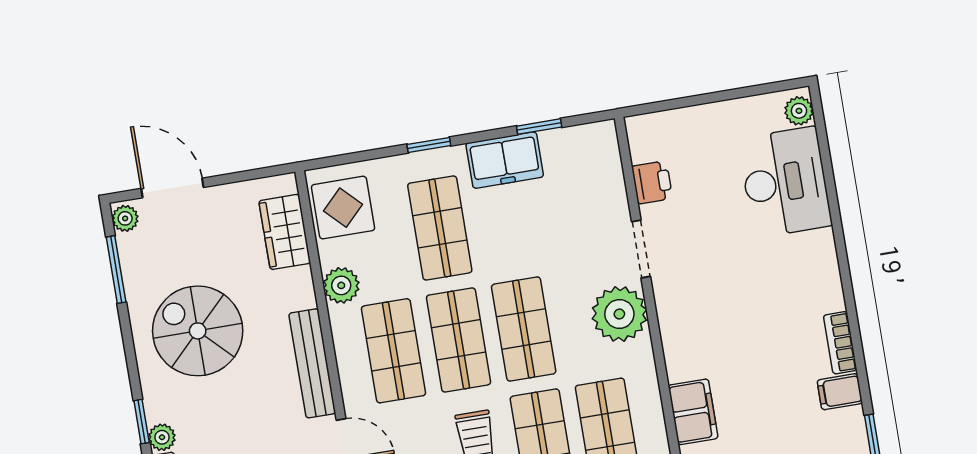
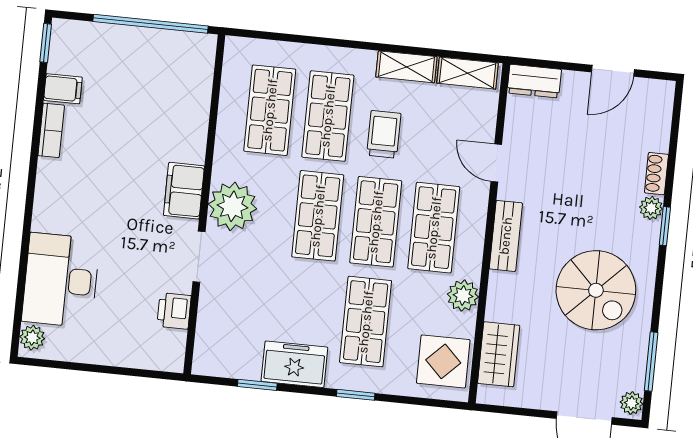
bench: (312, 363) -> (506, 236), width x0.73
filing cabinet: (693, 412) -> (184, 191), moved

